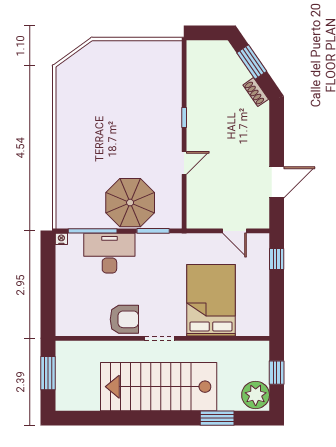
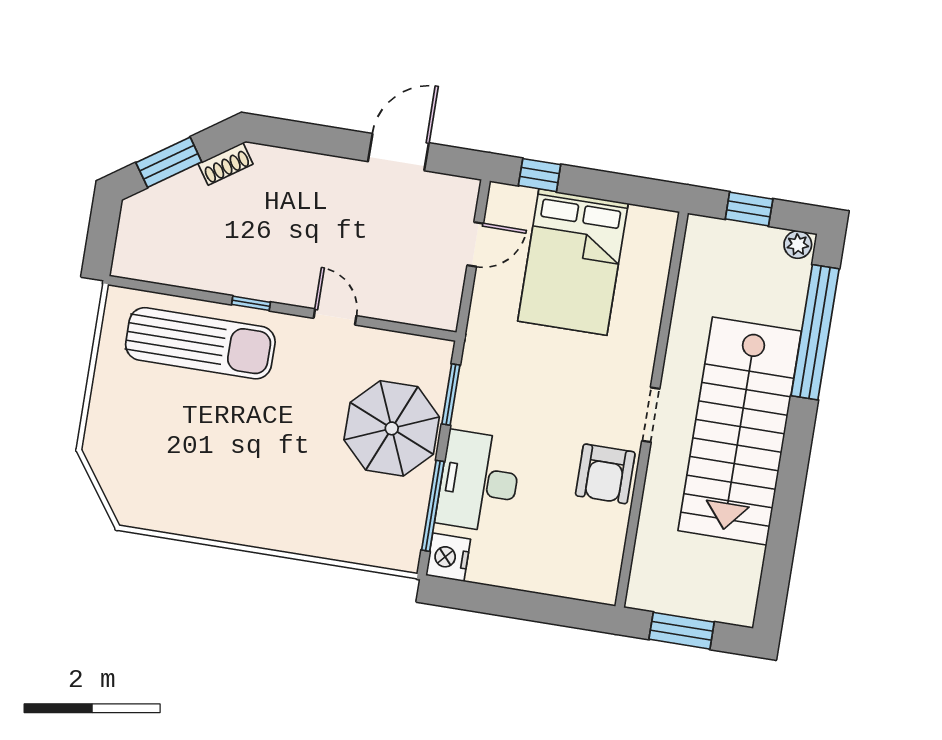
sun lounger: (159, 94) -> (200, 343), added
door: (277, 182) -> (398, 152), hinge flipped
nightstand: (61, 239) -> (448, 557), width x1.89, depth x1.79
bed: (211, 300) -> (573, 262), moved, turned -90
armchair: (124, 319) -> (605, 474), turned 180
plant: (256, 395) -> (798, 245), width x0.53, depth x0.53
window: (217, 418) -> (815, 332), width x2.11

